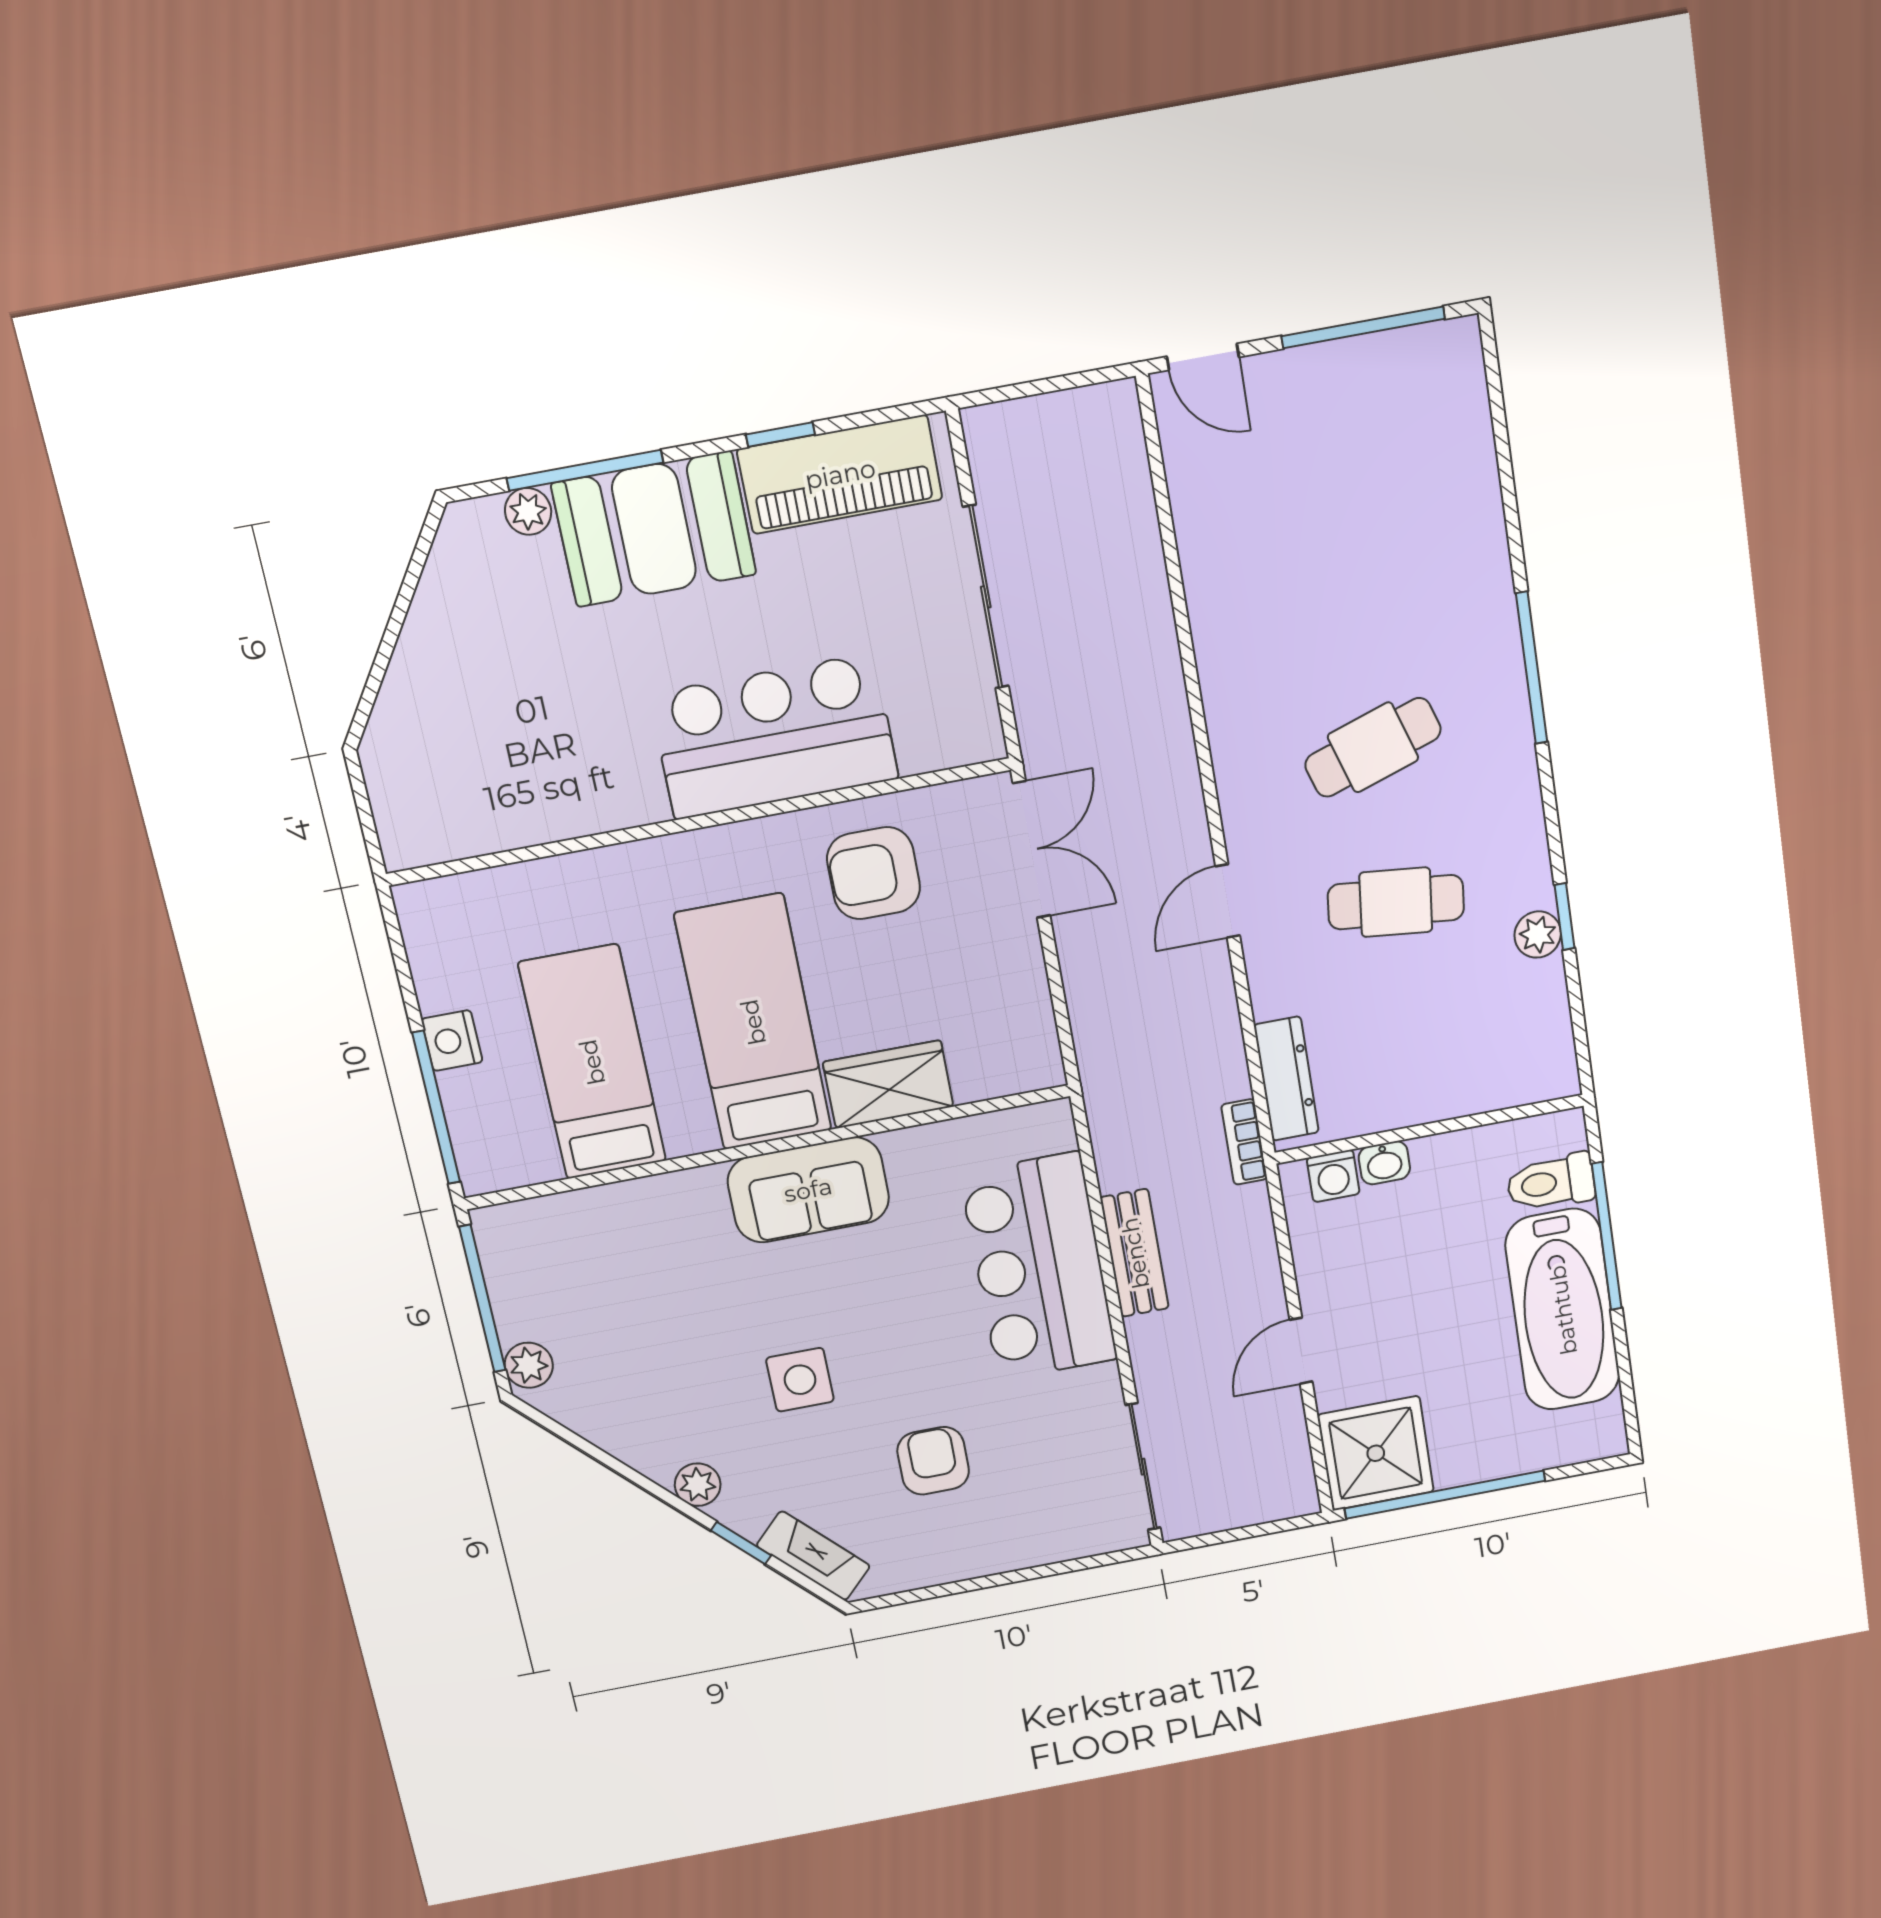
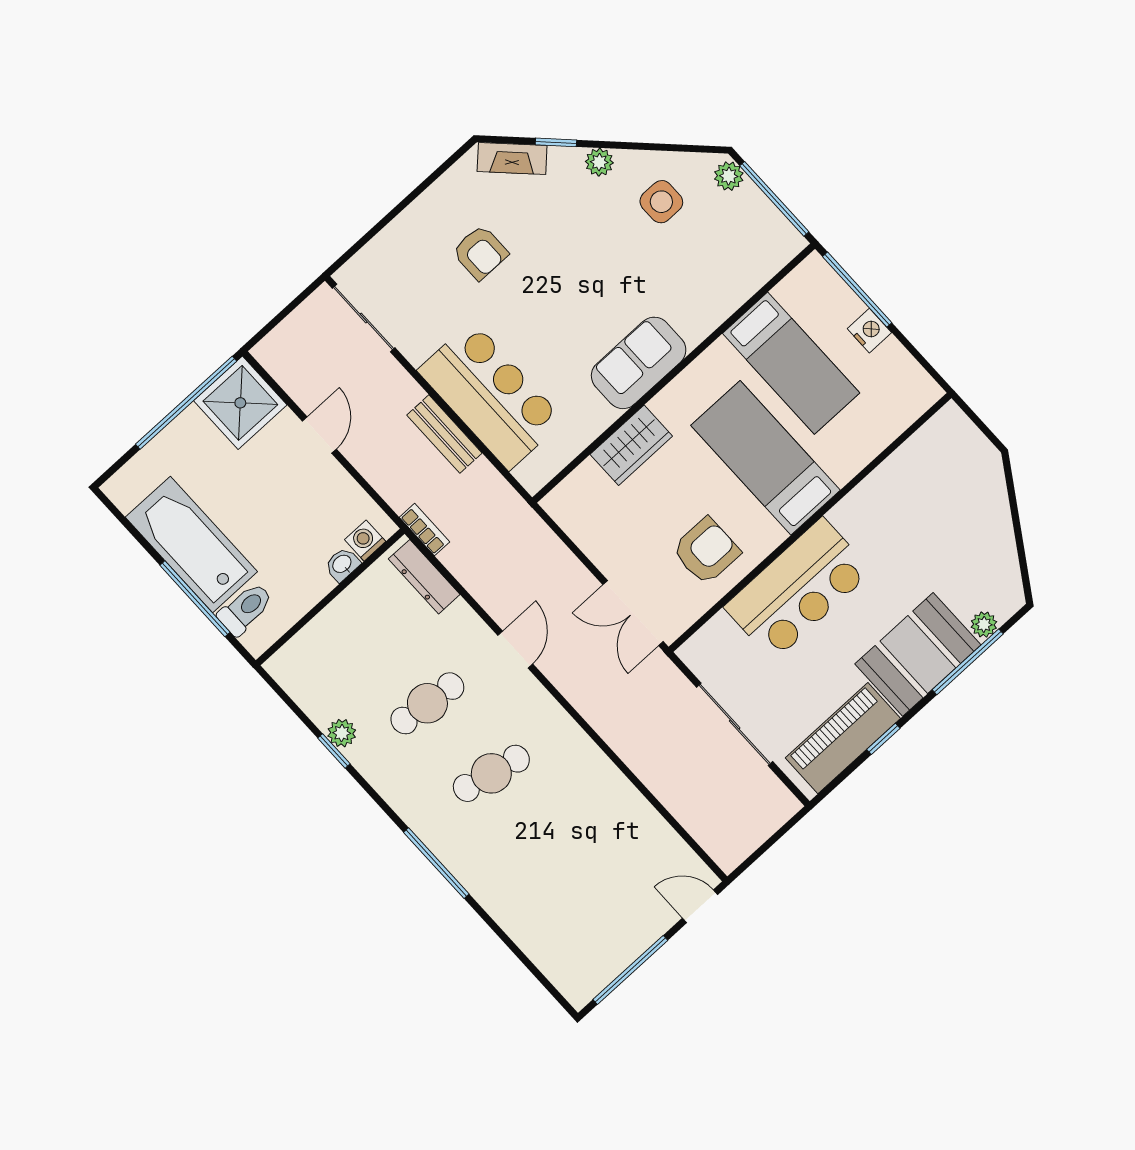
cafe table: (1373, 747) -> (491, 773), turned 30
bed: (753, 1022) -> (765, 458), moved, turned 180
side table: (800, 1380) -> (661, 202), moved

